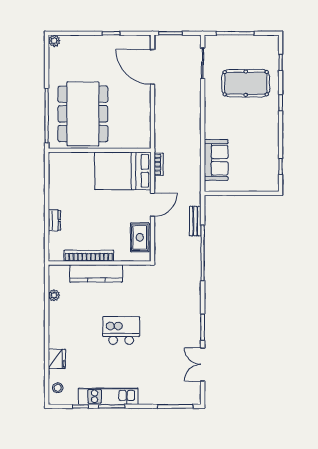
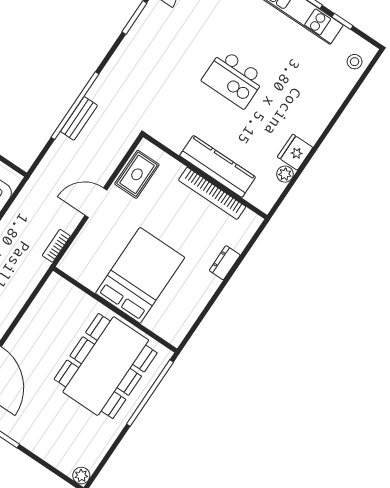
bed: (123, 171) -> (140, 275), moved, turned -90
bench: (195, 221) -> (79, 118), moved
fridge: (57, 359) -> (295, 152), moved

